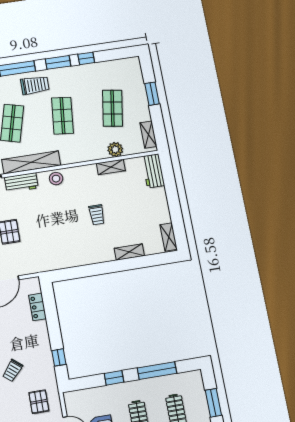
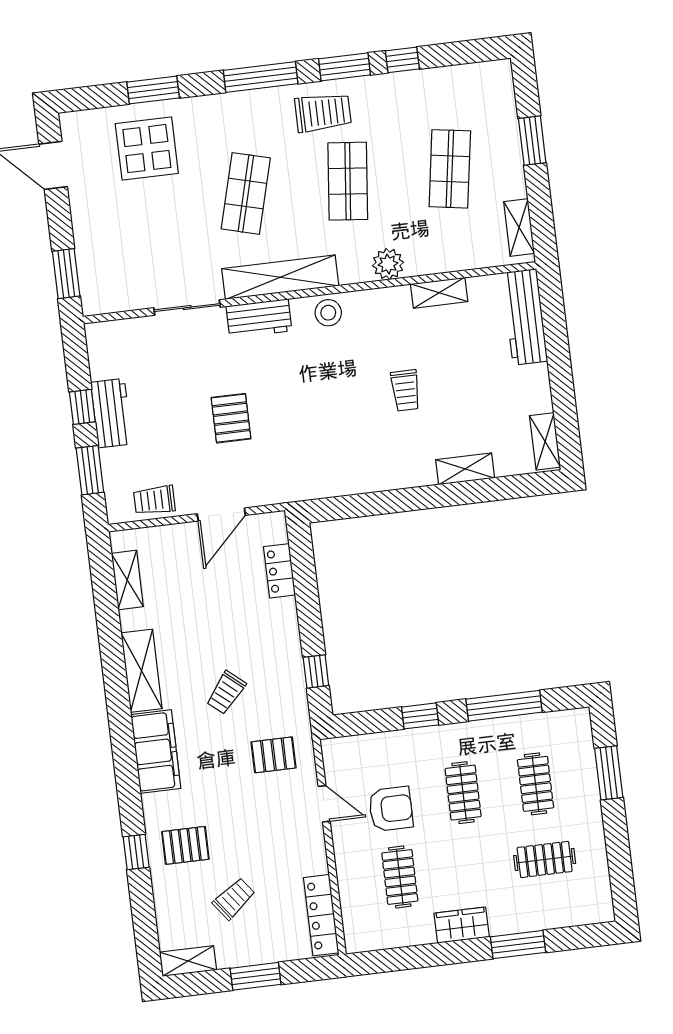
trolley: (35, 85) -> (323, 113), moved
plant: (115, 149) -> (388, 264), moved
workbench: (153, 171) -> (525, 317), width x1.37
pallet: (39, 402) -> (274, 755), turned 90

